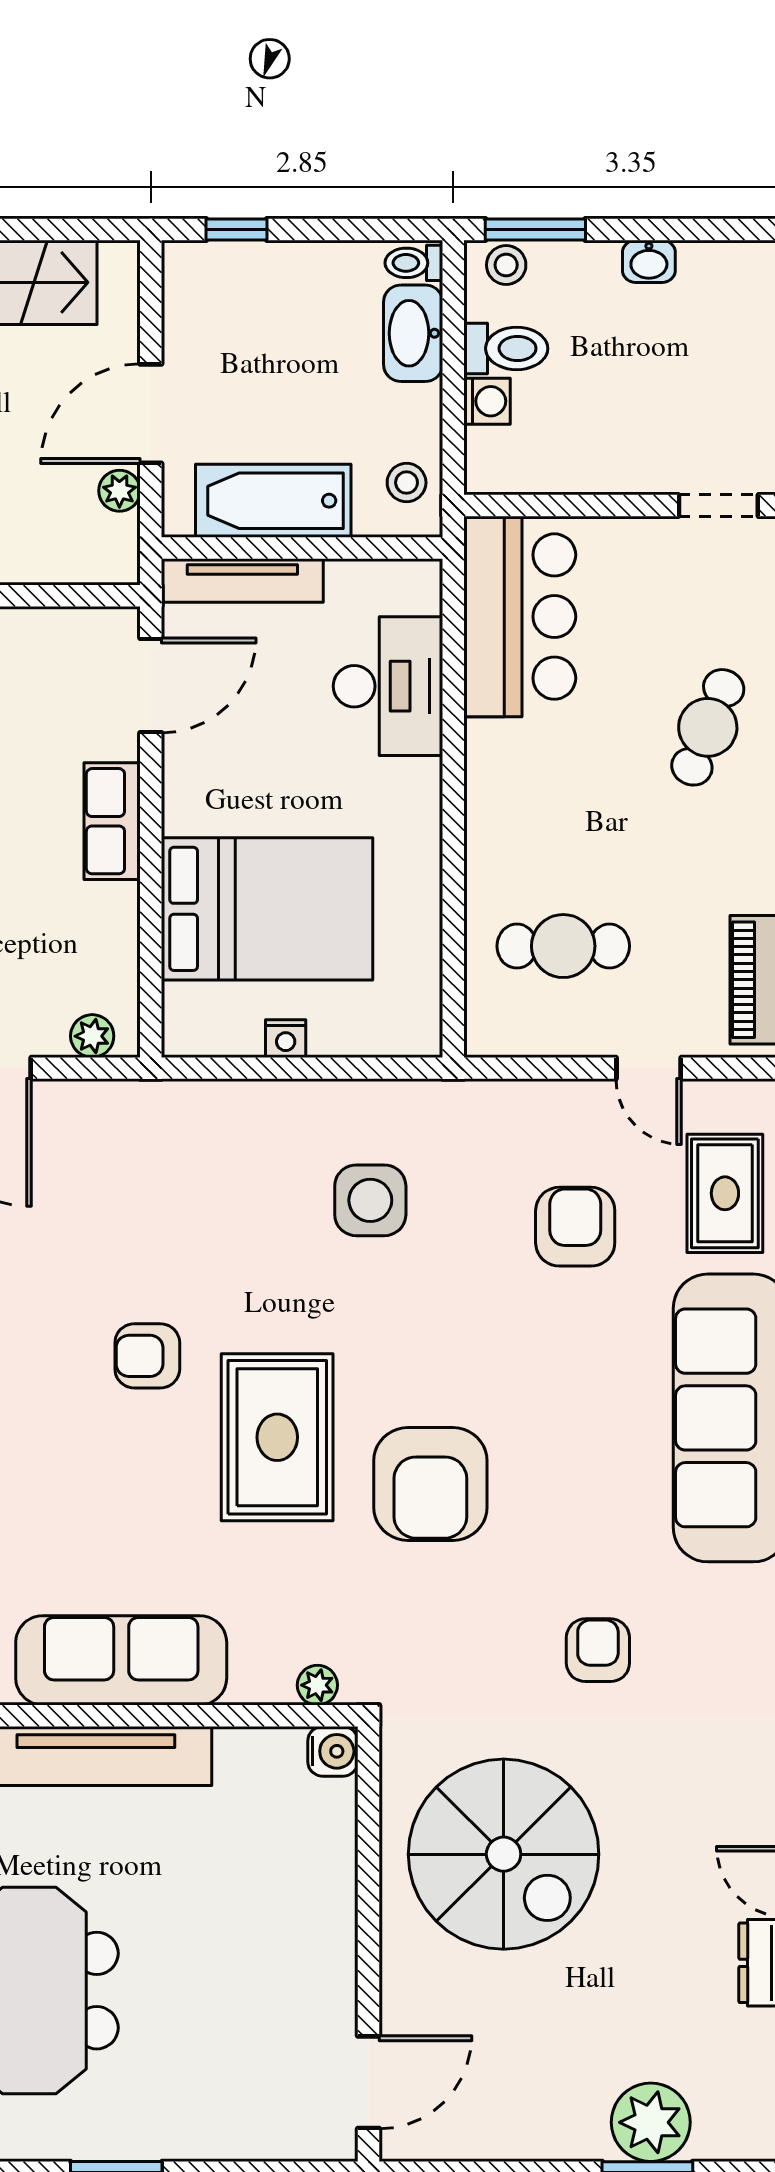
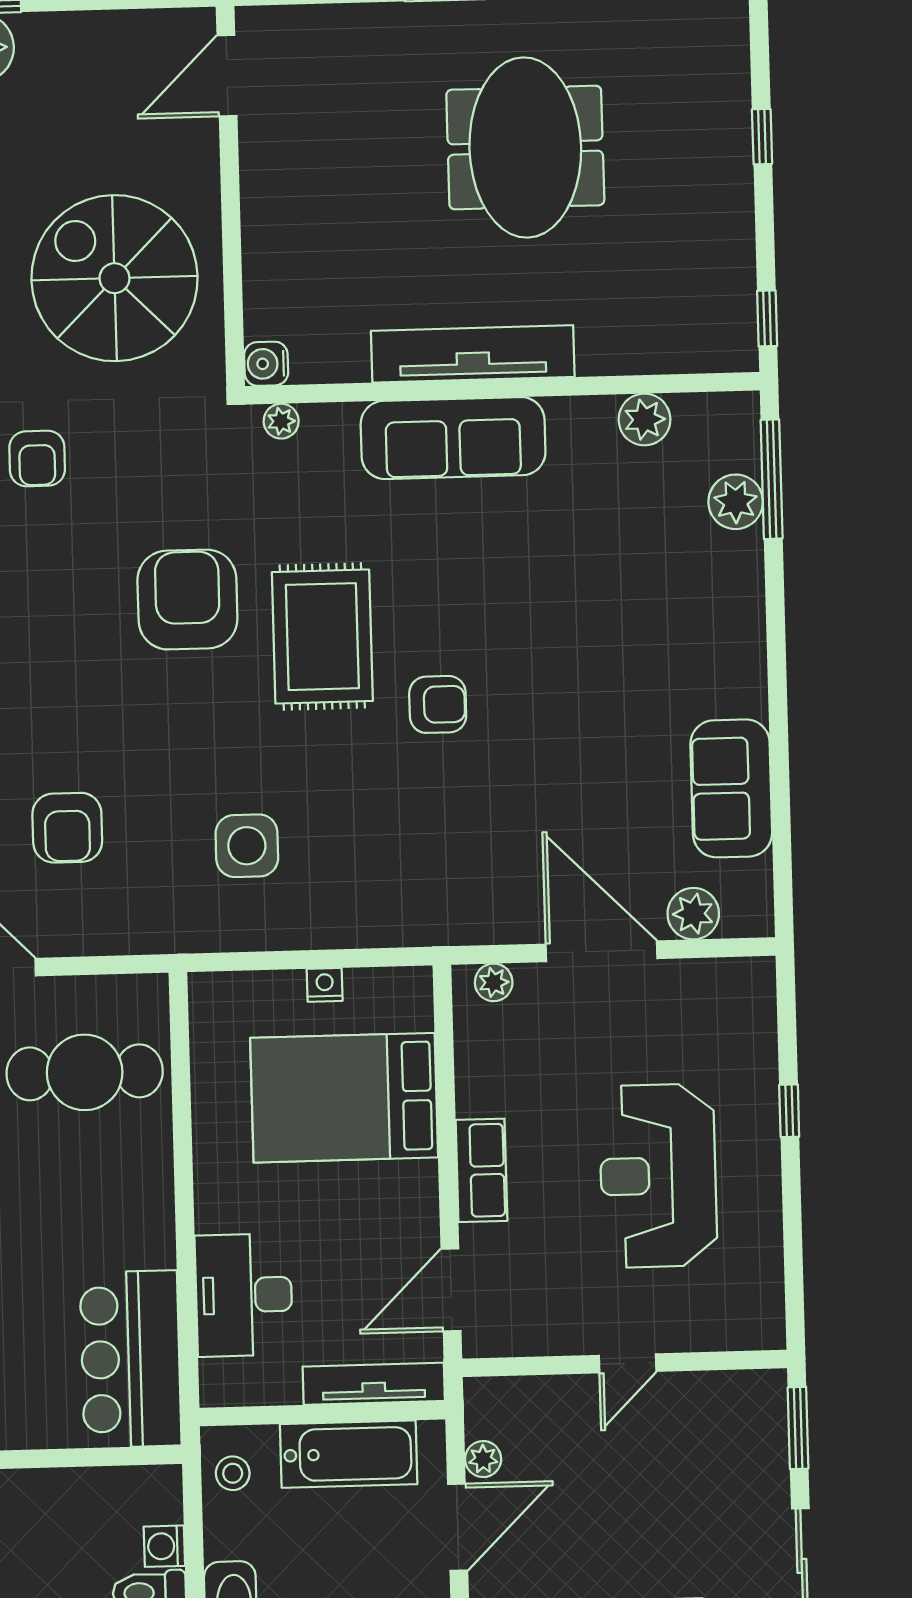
cafe table: (563, 946) -> (85, 1072), width x1.37, depth x1.35

